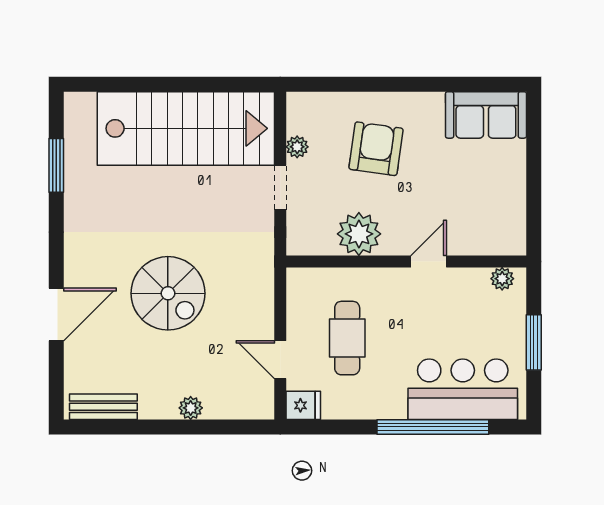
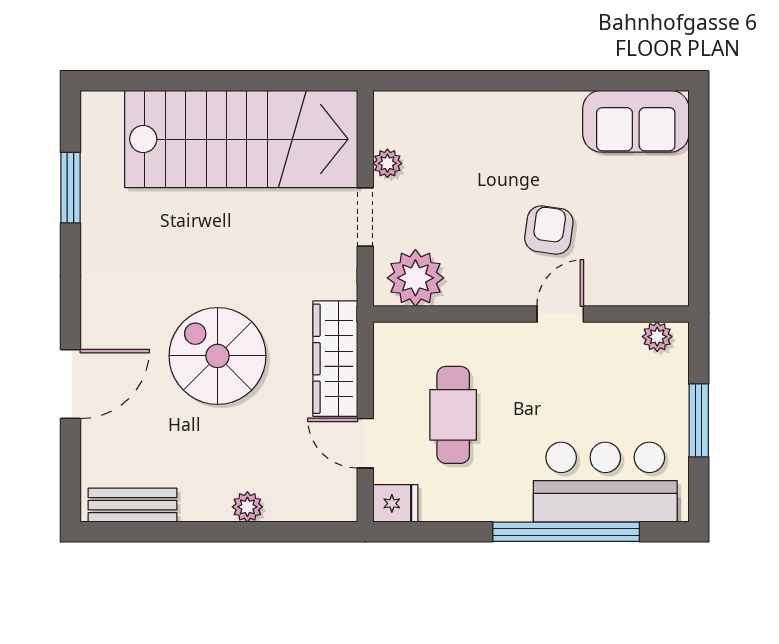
armchair: (376, 149) -> (549, 230), moved, width x0.72, depth x0.72
plant: (359, 234) -> (415, 278), moved
spiral stairs: (168, 293) -> (218, 356), turned 180
wardrobe: (257, 295) -> (335, 359), added

